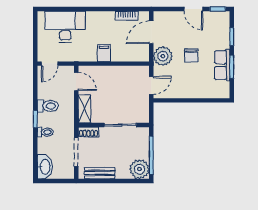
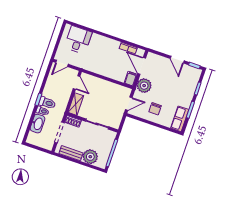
desk: (65, 27) -> (78, 40), width x0.73
door: (151, 32) -> (142, 66), hinge flipped
filing cabinet: (104, 53) -> (131, 79), moved
chair: (191, 55) -> (155, 109), moved
row of seats: (222, 65) -> (180, 119), moved
toilet: (48, 106) -> (47, 103), moved
washbasin: (45, 167) -> (38, 124), moved
plant: (139, 169) -> (90, 157), moved

